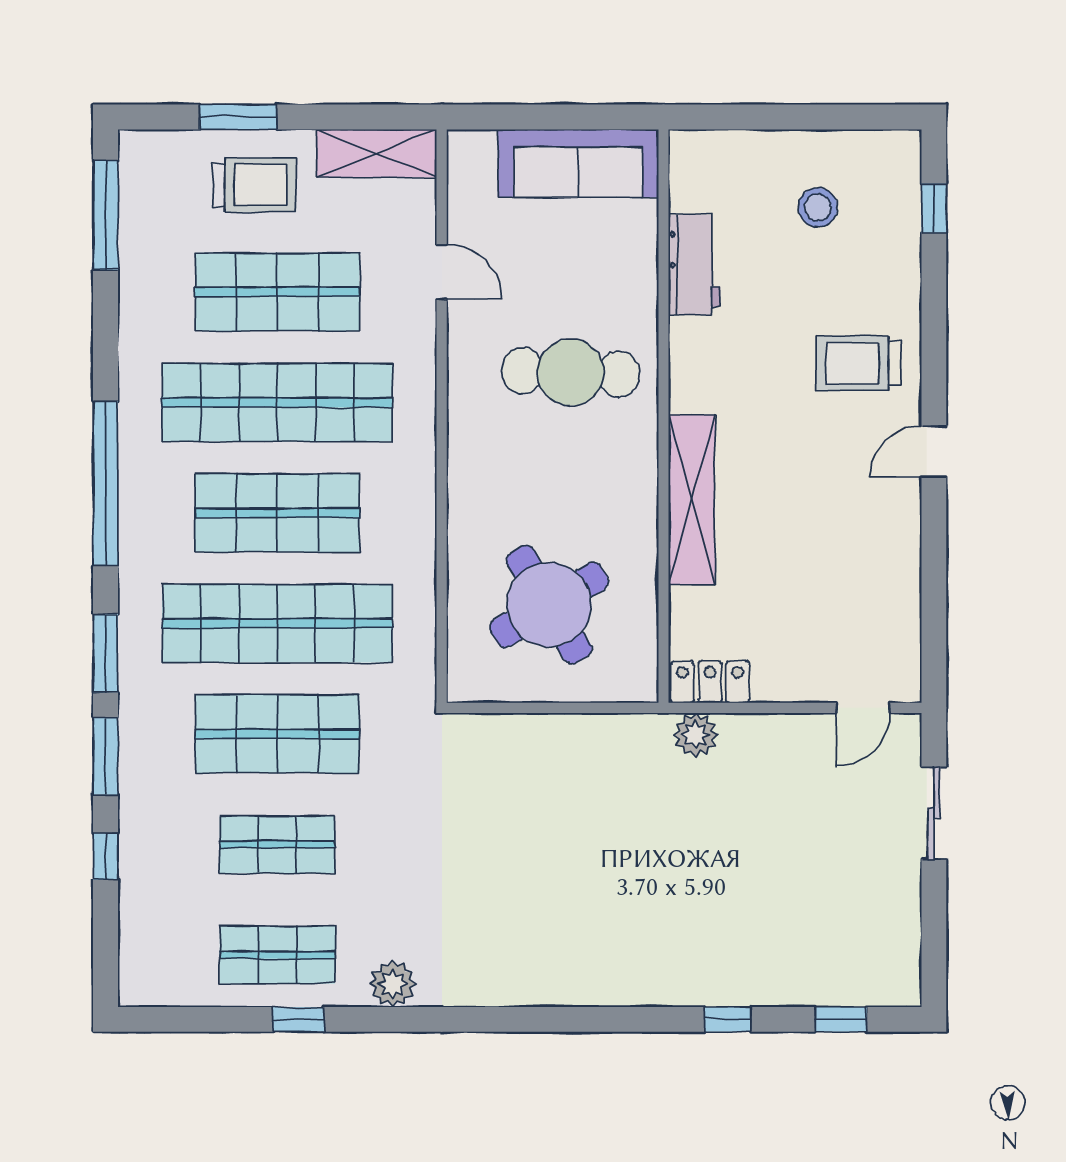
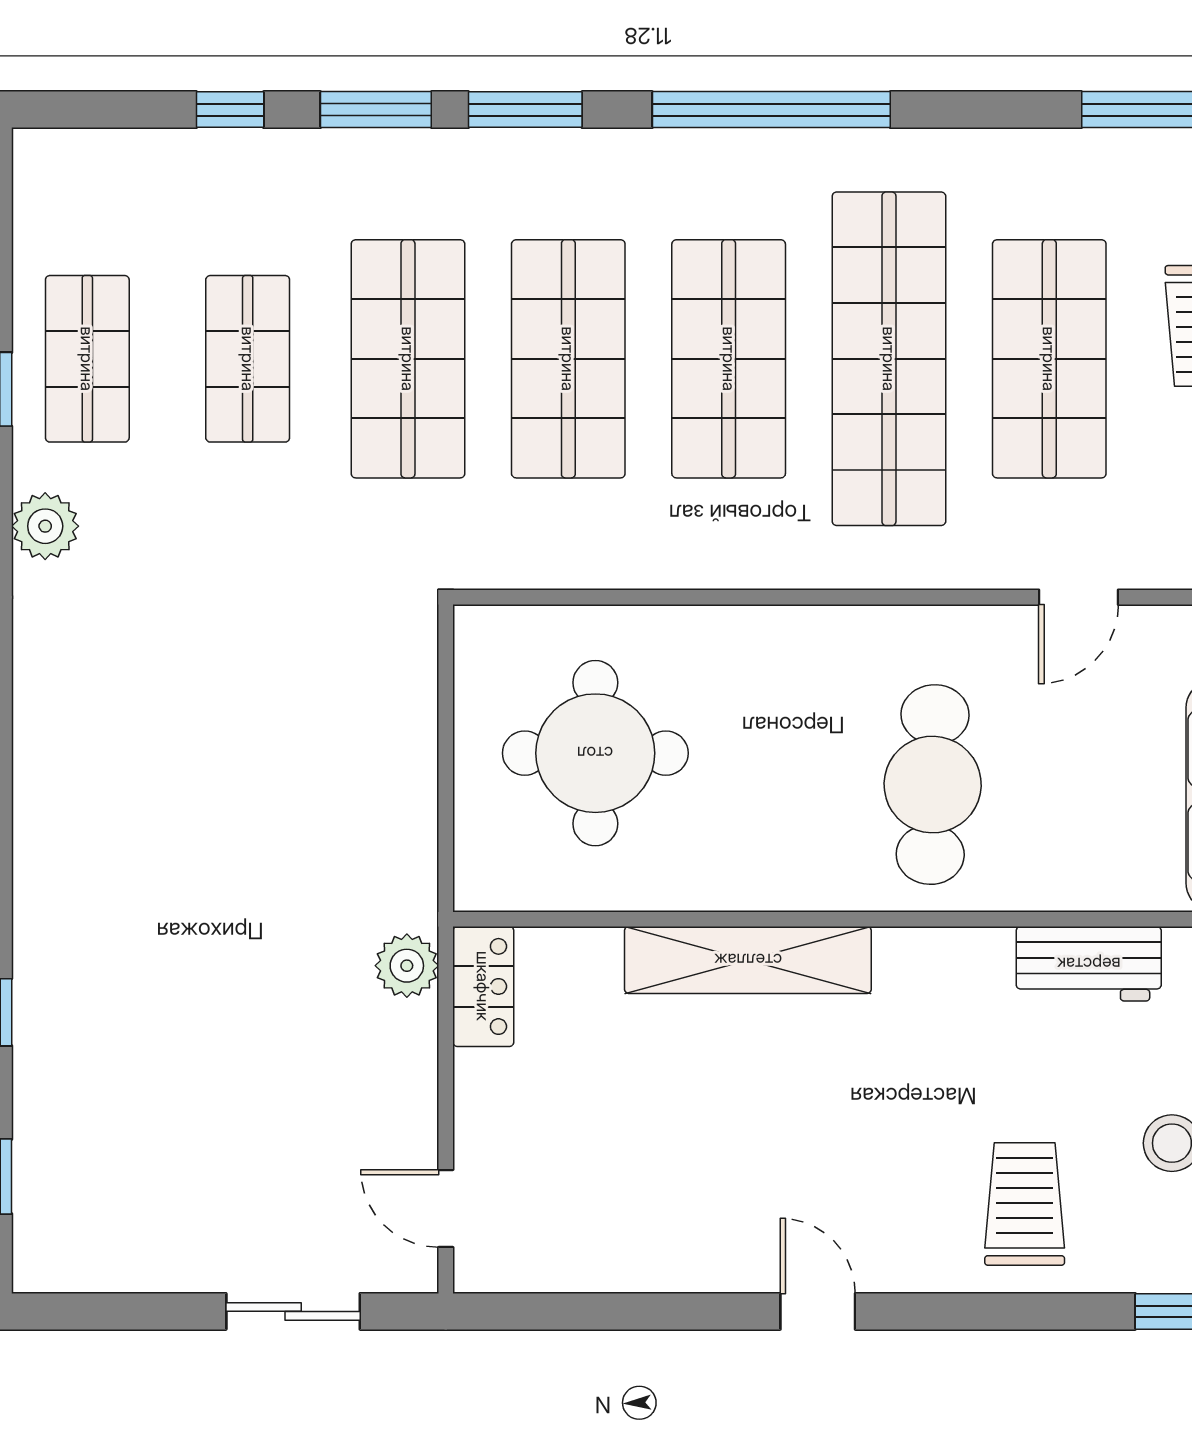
trolley: (858, 363) -> (1025, 1204), moved
round table: (549, 605) -> (595, 753), turned 31
shop shelf: (277, 623) -> (568, 359), width x0.71

